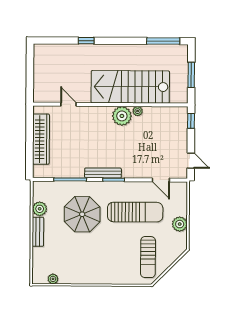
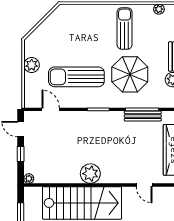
plant: (138, 111) -> (29, 179), moved
window: (191, 121) -> (21, 154), moved
bench: (103, 173) -> (143, 116), moved
sun lounger: (148, 257) -> (125, 28), moved

